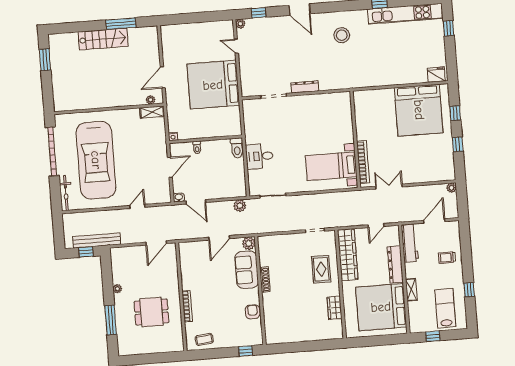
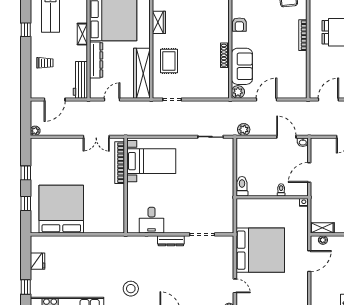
fridge: (436, 75) -> (37, 261), moved, turned -90
desk: (259, 156) -> (152, 220), moved, turned 90

